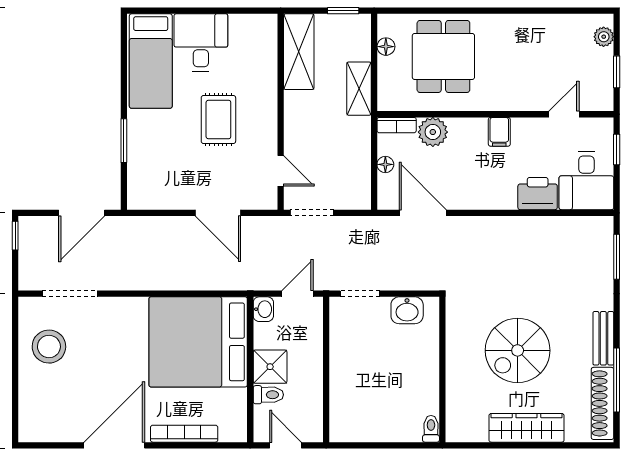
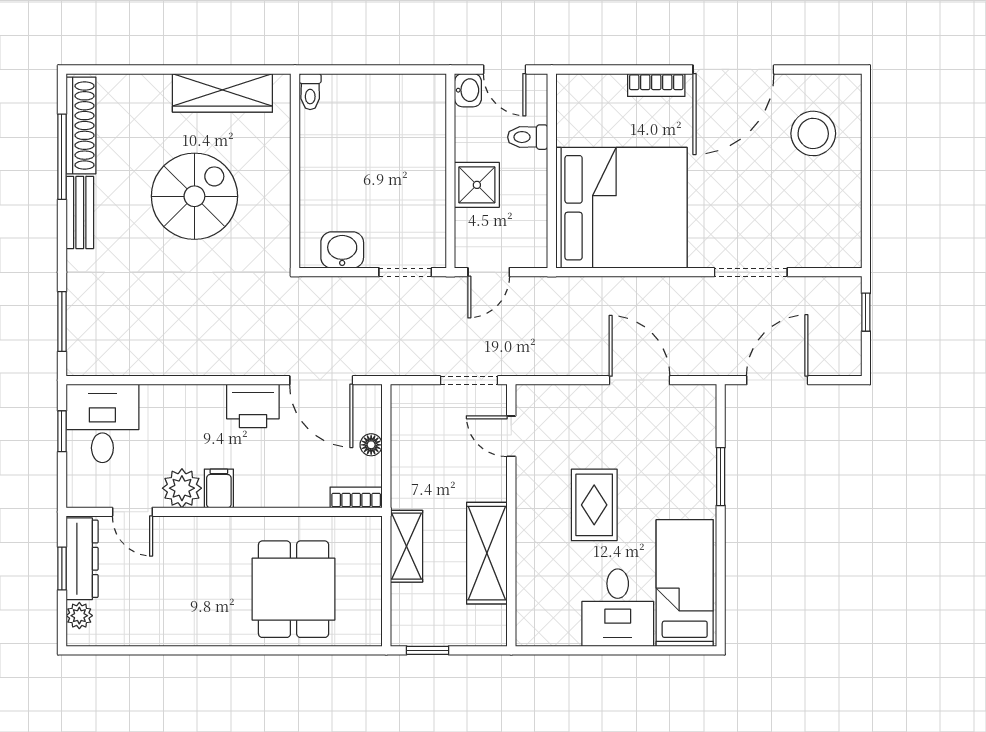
floor lamp: (386, 47) -> (370, 602), removed
shelving: (299, 52) -> (487, 553), moved
dresser: (602, 79) -> (82, 559), added
door: (564, 114) -> (132, 512), hinge flipped
plant: (433, 132) -> (182, 488), moved
window: (617, 149) -> (62, 431), moved
printer: (538, 194) -> (253, 406), moved
door: (218, 213) -> (639, 380), moved
window: (15, 236) -> (866, 312), moved
doorway: (70, 294) -> (751, 272), moved
washbasin: (263, 309) -> (468, 90), moved, turned 180
stool: (49, 347) -> (813, 133), moved
shower: (270, 367) -> (477, 185), moved
wardrobe: (527, 428) -> (222, 93), moved
bookcase: (184, 434) -> (656, 85), width x0.64

